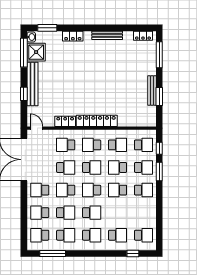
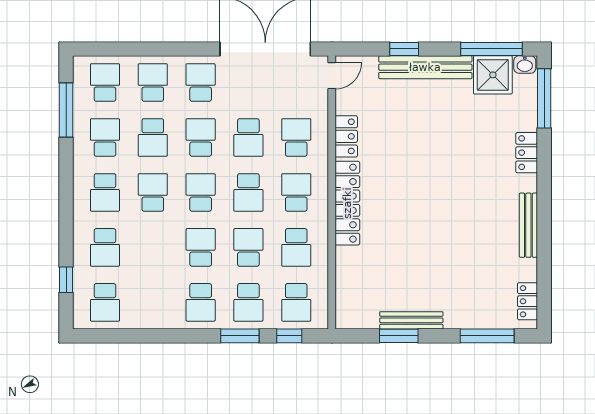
window: (47, 28) -> (544, 98), width x1.44
school desk: (92, 213) -> (153, 192), turned 180
school desk: (66, 235) -> (105, 137), turned 180

